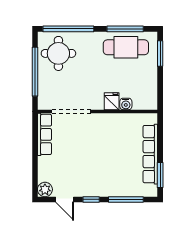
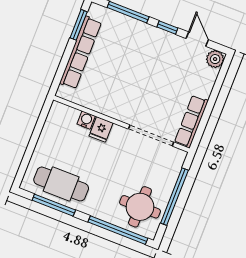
window: (160, 53) -> (25, 162), removed

